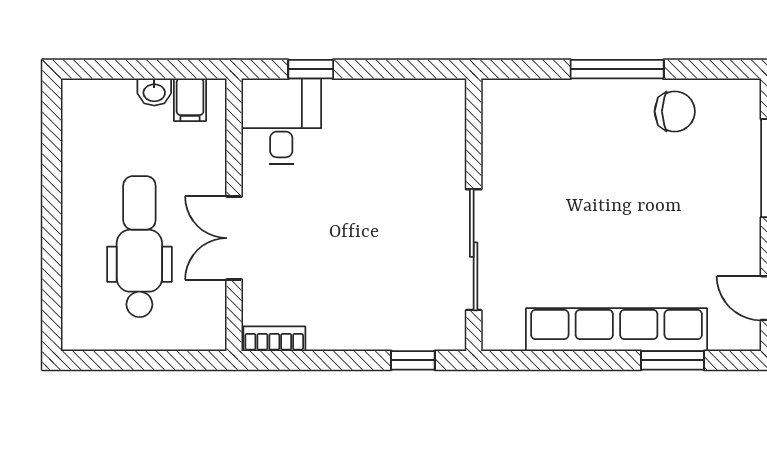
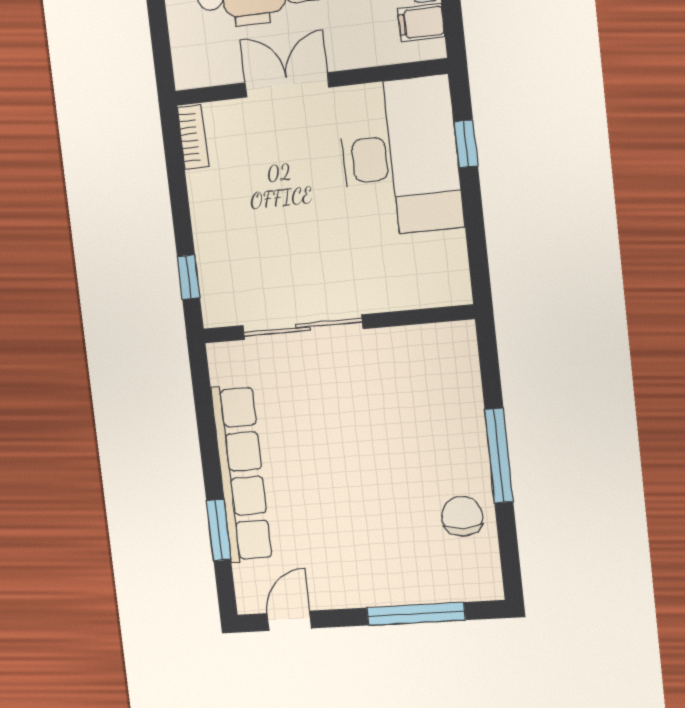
chair: (675, 111) -> (462, 516), turned 180
desk: (281, 121) -> (400, 157), width x1.87, depth x1.30

